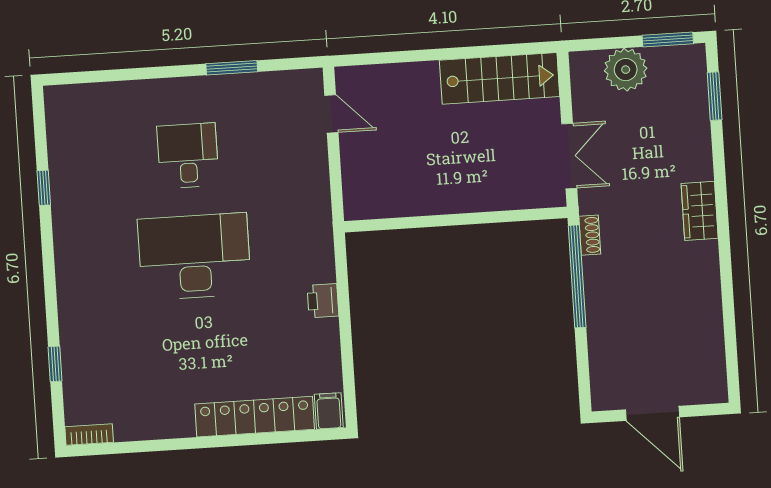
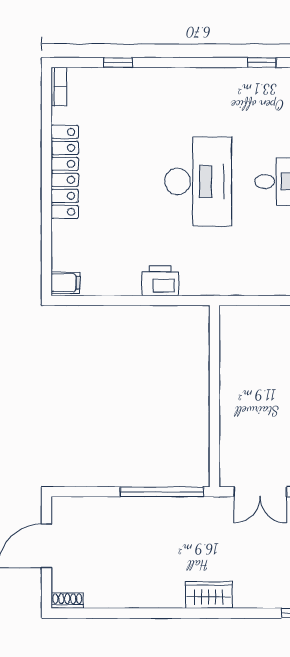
shoe rack: (590, 235) -> (67, 601), moved, turned 180
printer: (323, 301) -> (160, 281), width x1.36, depth x1.24
locker: (255, 417) -> (65, 172), moved

